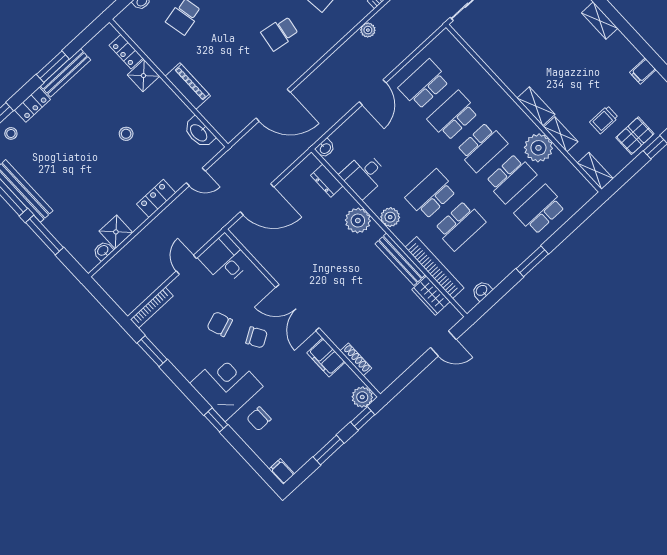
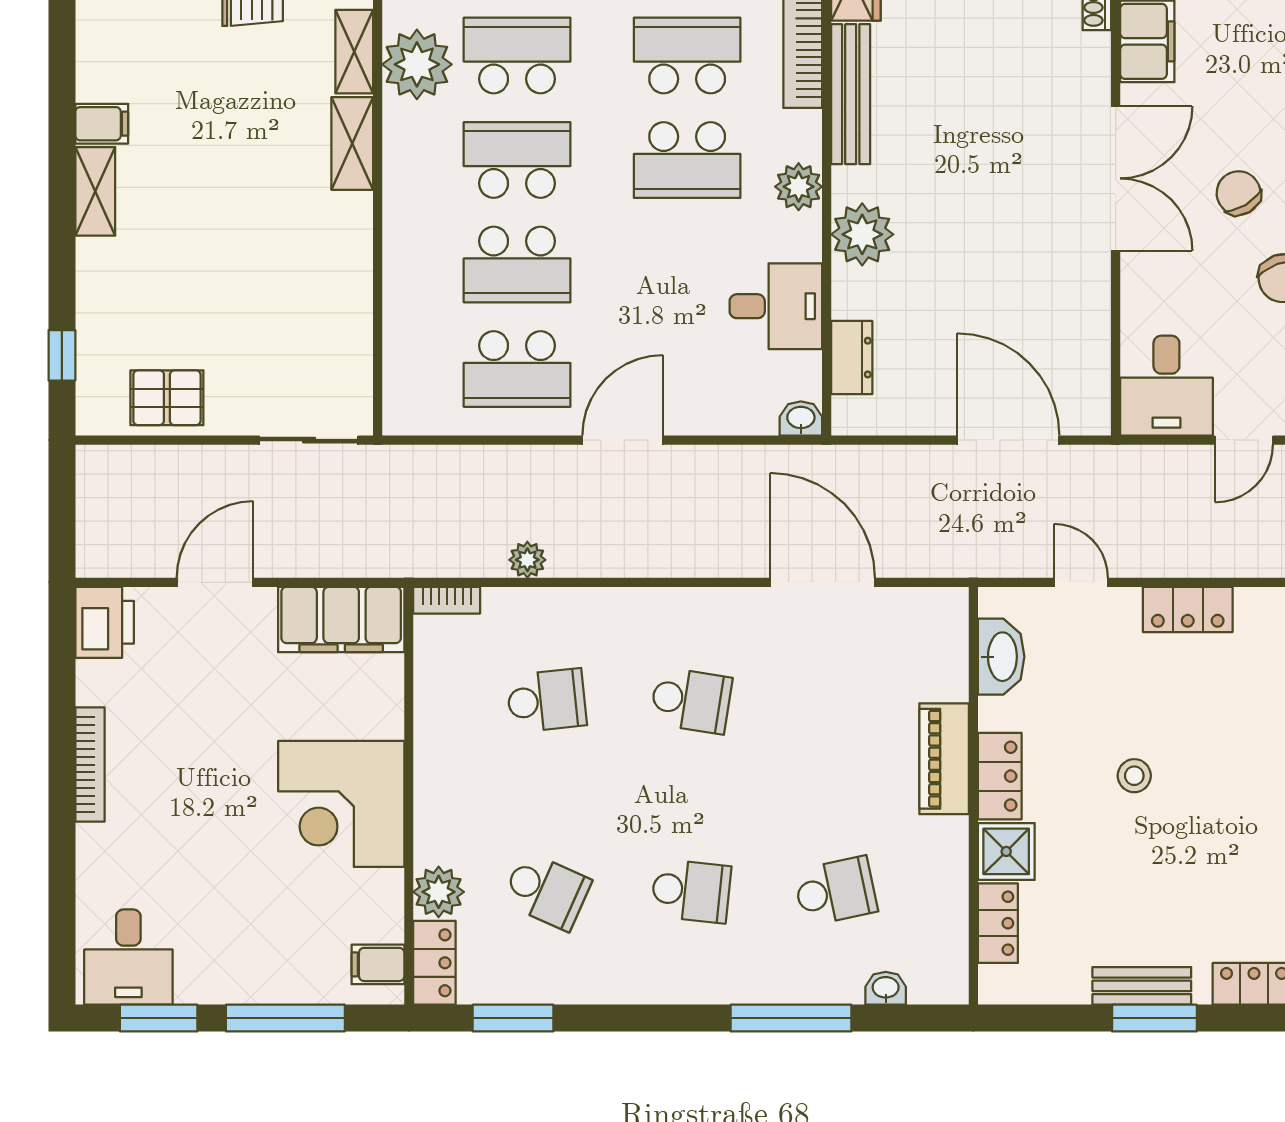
filing cabinet: (643, 71) -> (102, 124), moved
bench: (65, 73) -> (1142, 986), width x0.73
locker: (166, 96) -> (1000, 776), added

